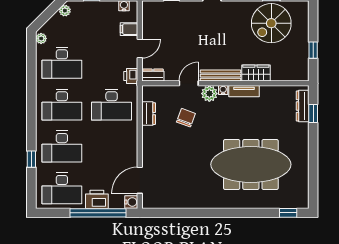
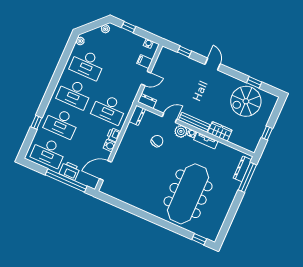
printer: (131, 76) -> (114, 135), moved
dresser: (149, 114) -> (137, 115), moved
window: (313, 114) -> (247, 177), width x2.17
meeting table: (251, 164) -> (188, 194), turned 90
water cooler: (131, 202) -> (109, 146), moved

